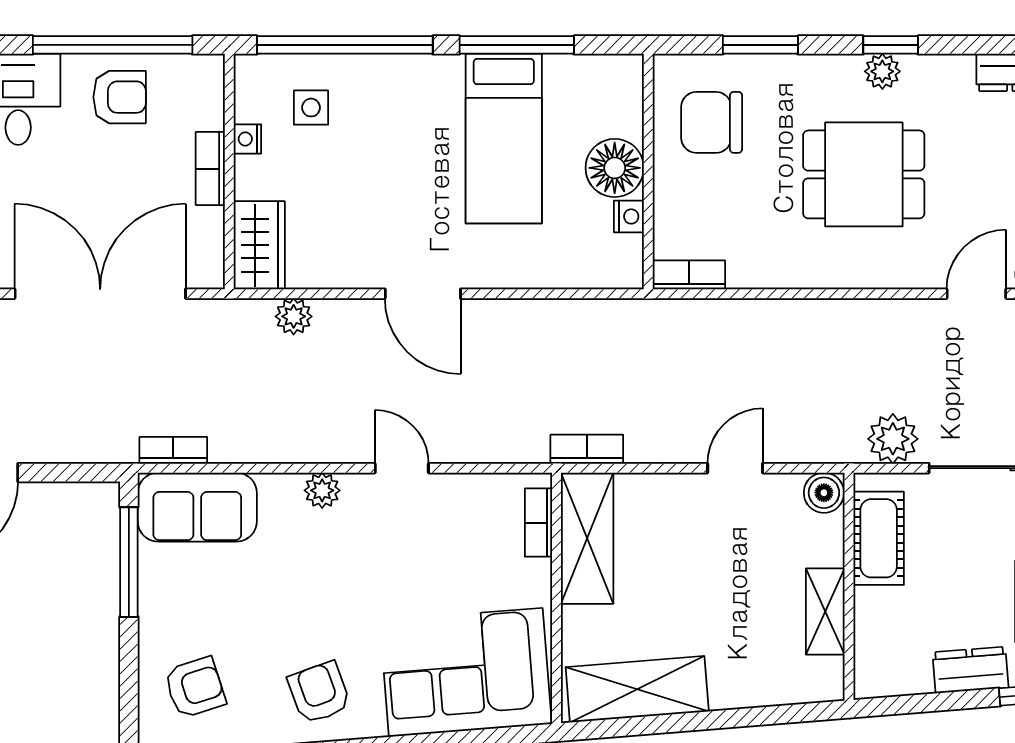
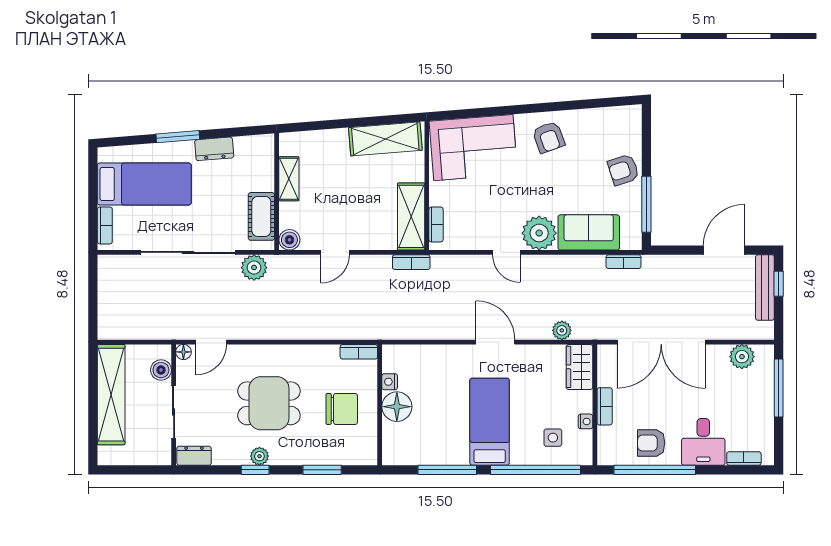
chair: (712, 122) -> (342, 409), moved
bed: (504, 139) -> (490, 422), moved
plant: (322, 490) -> (539, 233), width x1.87, depth x1.87
sofa: (197, 507) -> (589, 232), moved
armchair: (195, 687) -> (623, 170), moved

